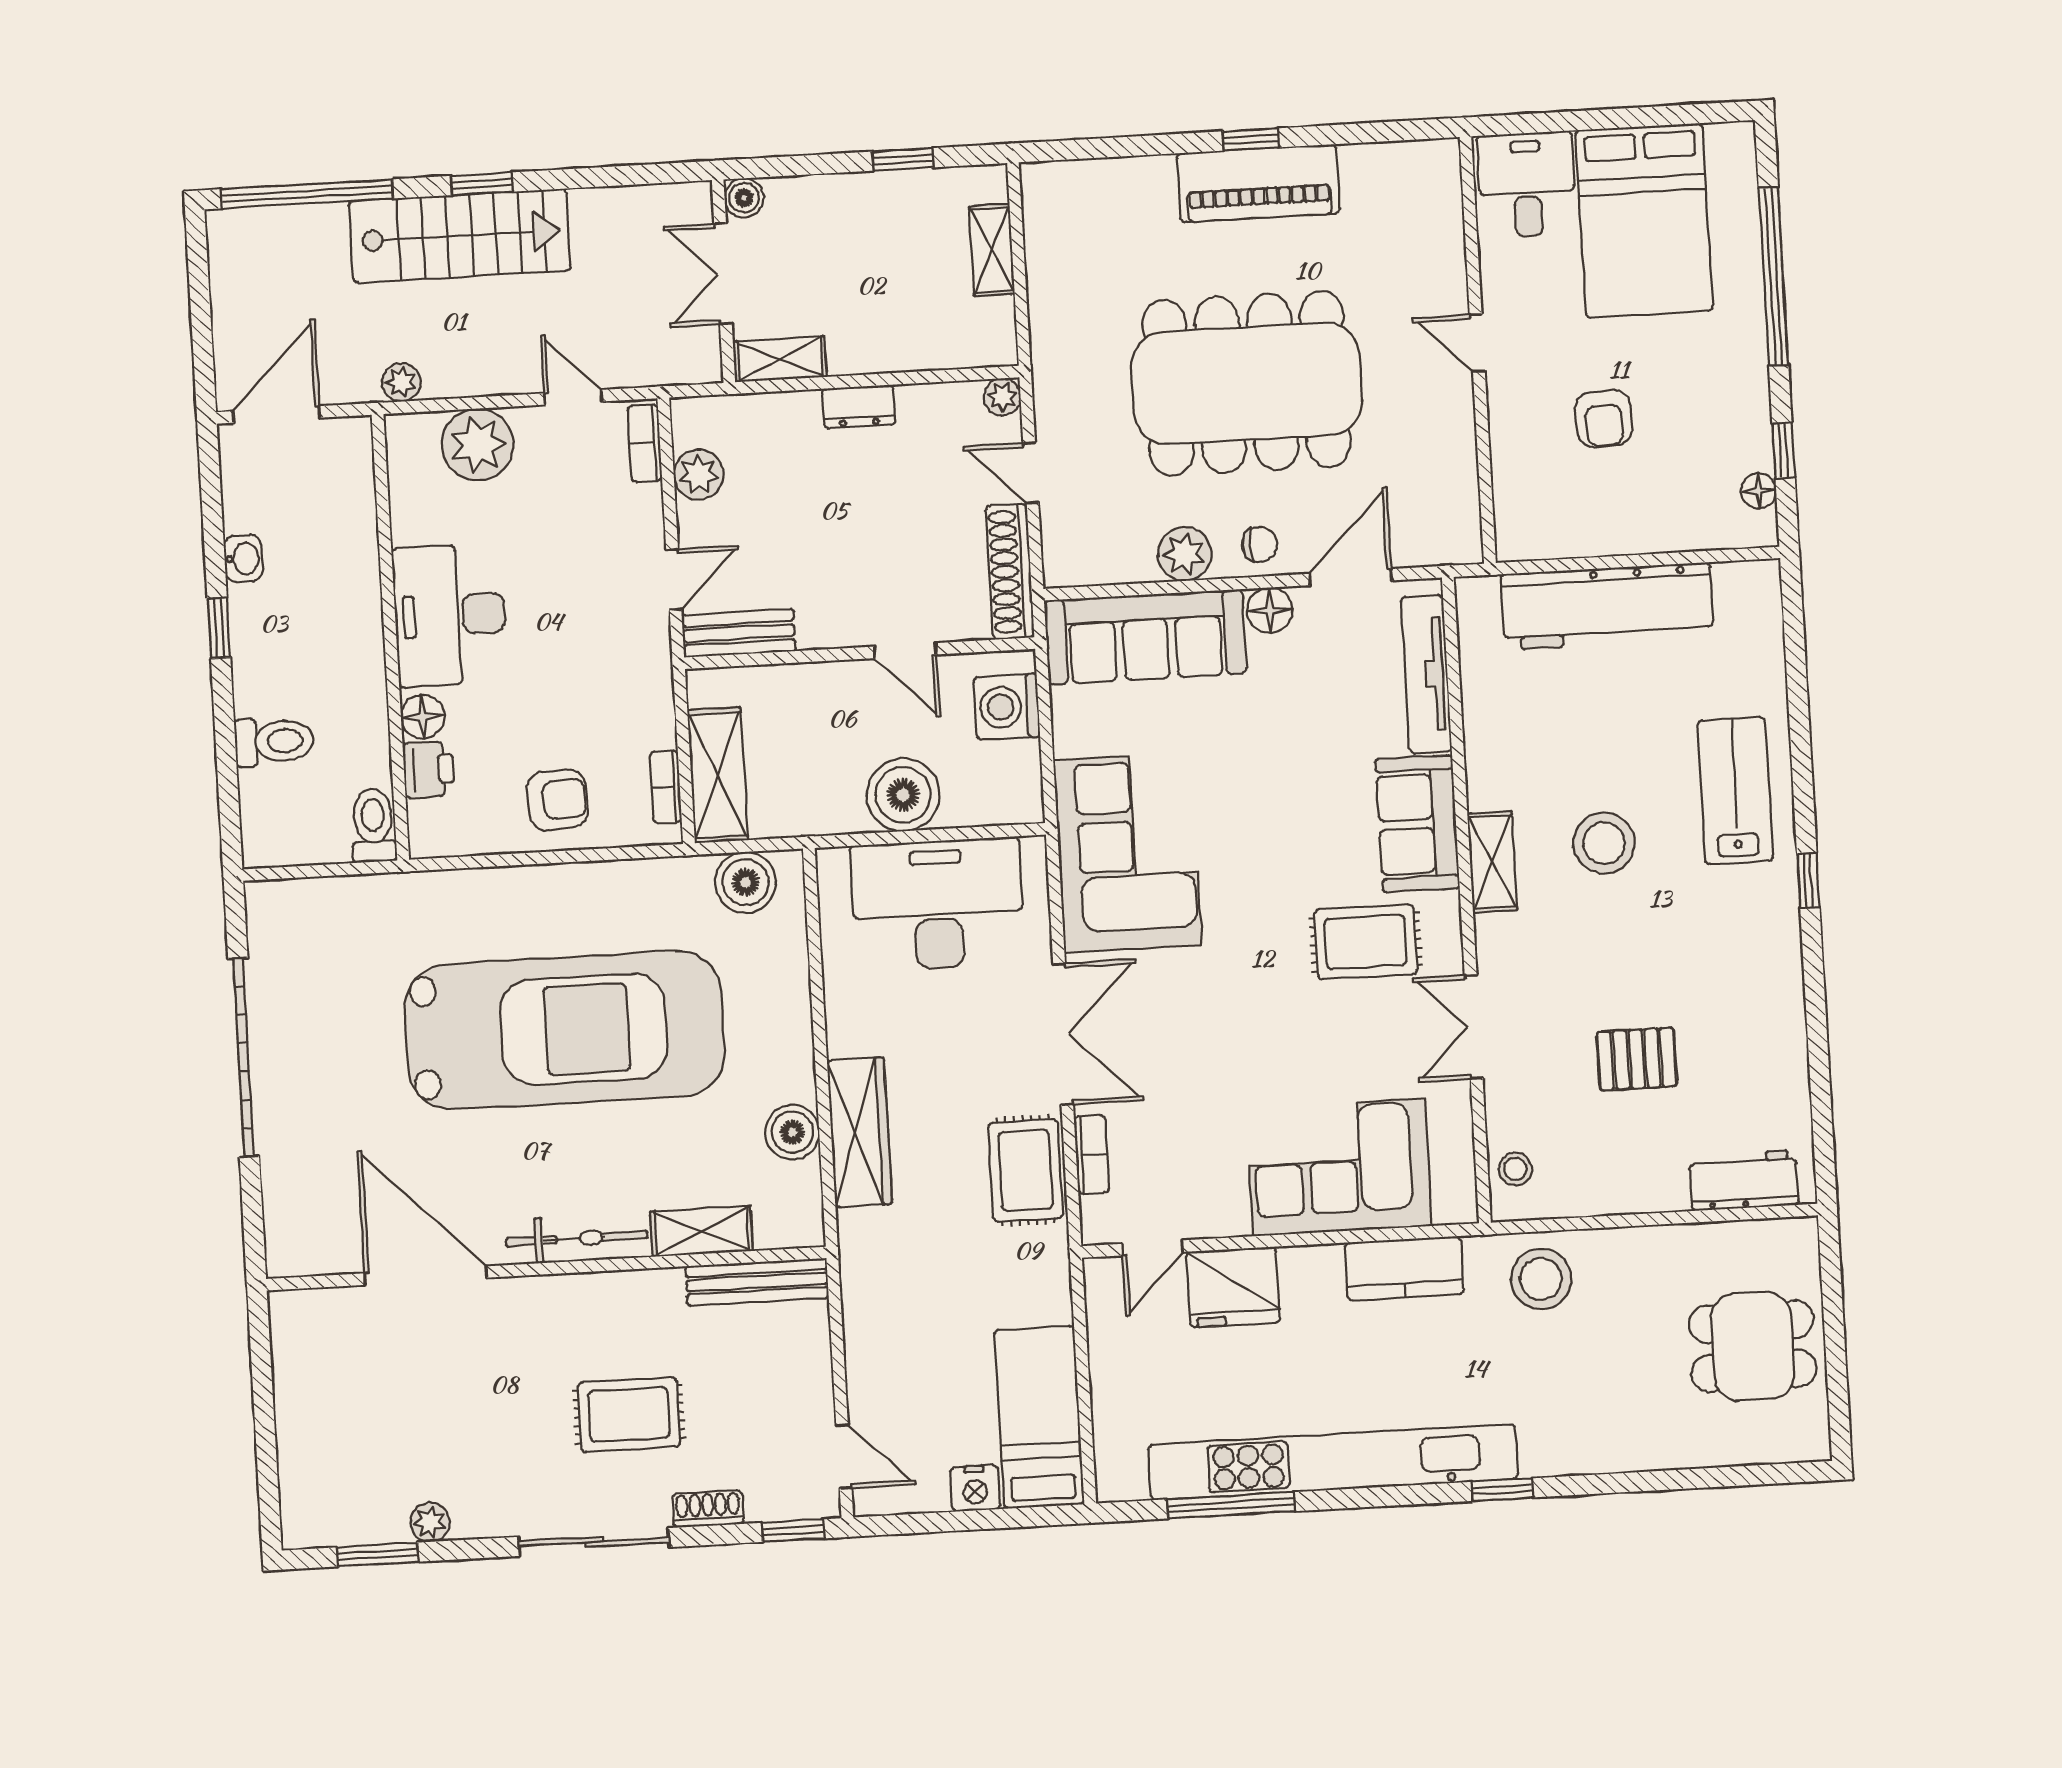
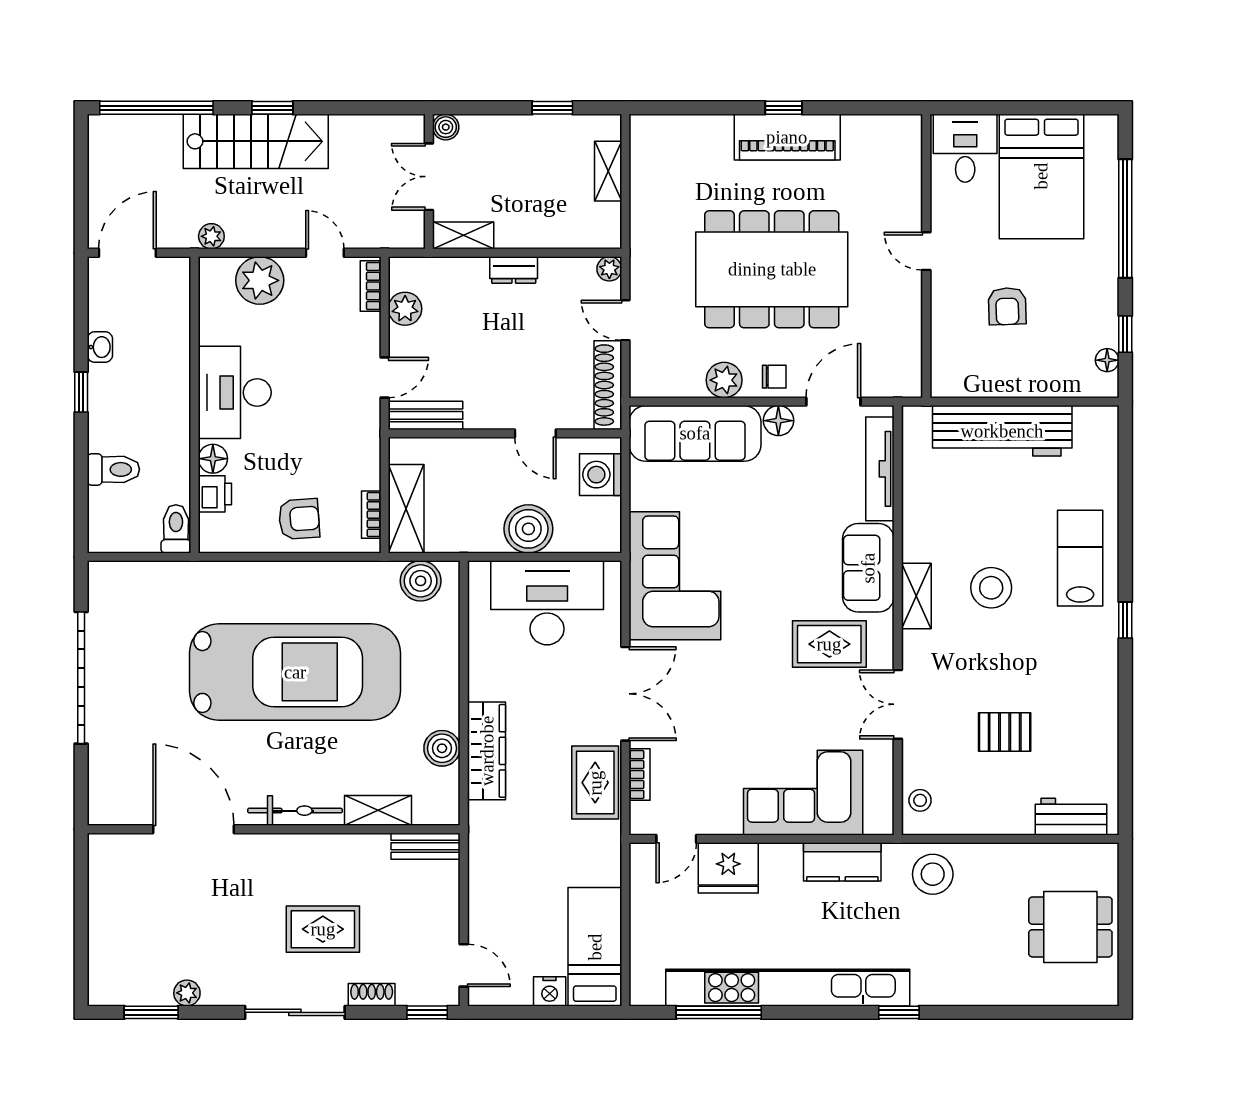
bench: (757, 1282) -> (426, 846), width x0.73

